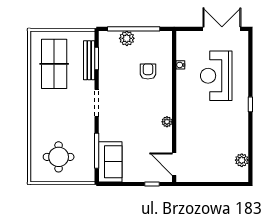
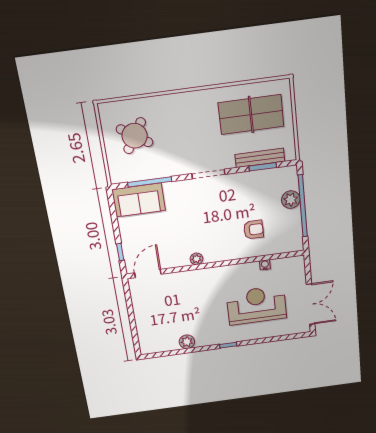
round table: (59, 157) -> (135, 136), turned 33
plant: (242, 160) -> (187, 342), moved

